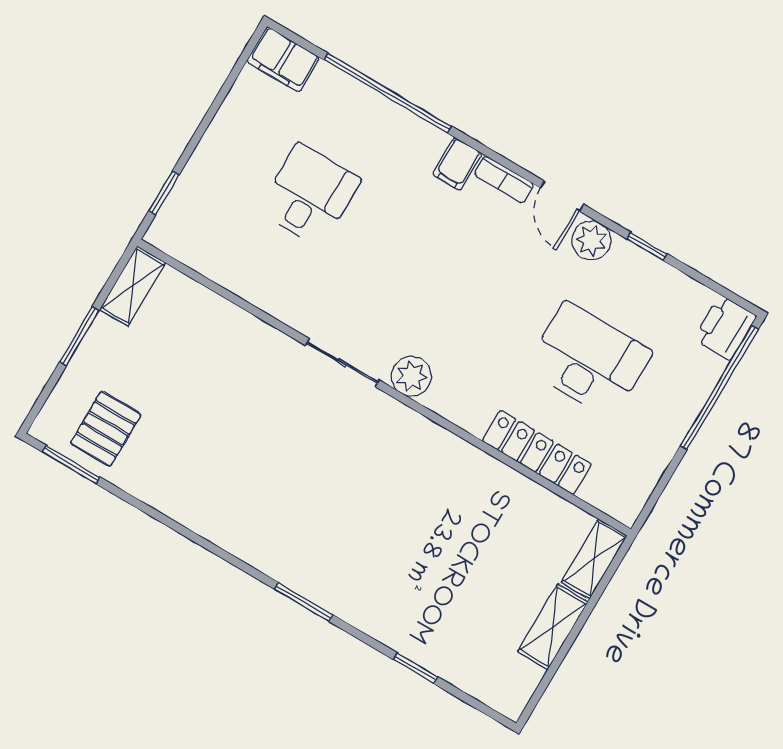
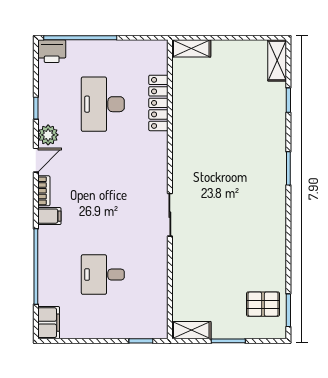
plant: (411, 376) -> (158, 180), removed
shelving: (553, 627) -> (277, 60), moved, turned 90

